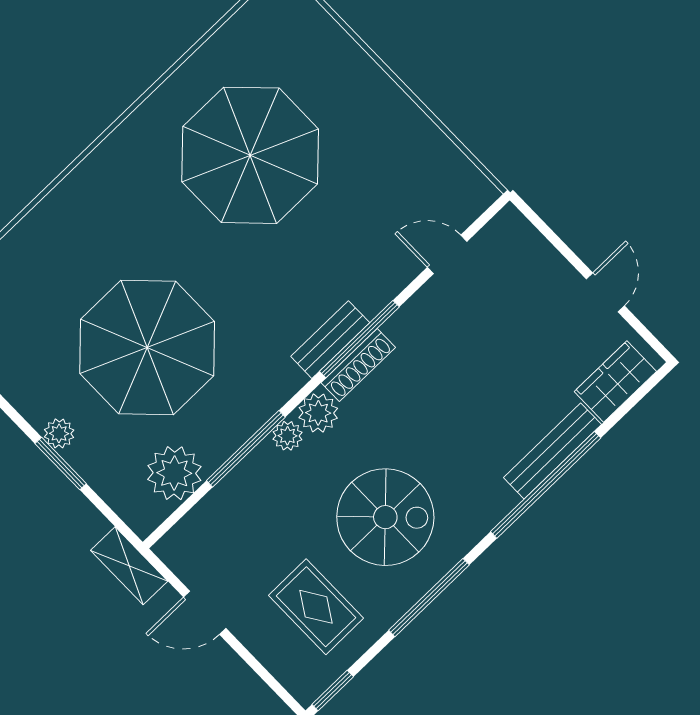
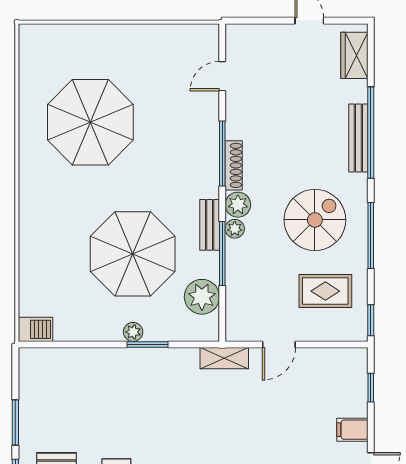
bench: (330, 340) -> (210, 225), moved
bench: (552, 451) -> (358, 138), moved

